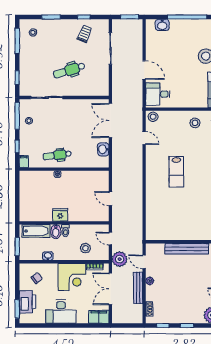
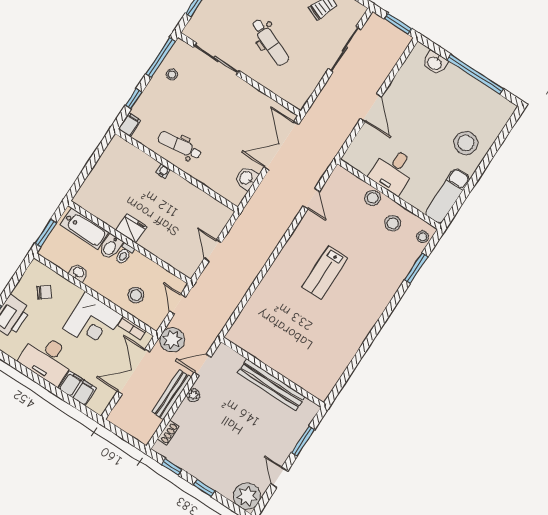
dental chair: (69, 70) -> (270, 42), turned -140
desk: (158, 94) -> (393, 171), moved, turned -90
stool: (153, 117) -> (373, 198), moved
door: (144, 262) -> (203, 365), hinge flipped
filing cabinet: (99, 317) -> (77, 388), moved

